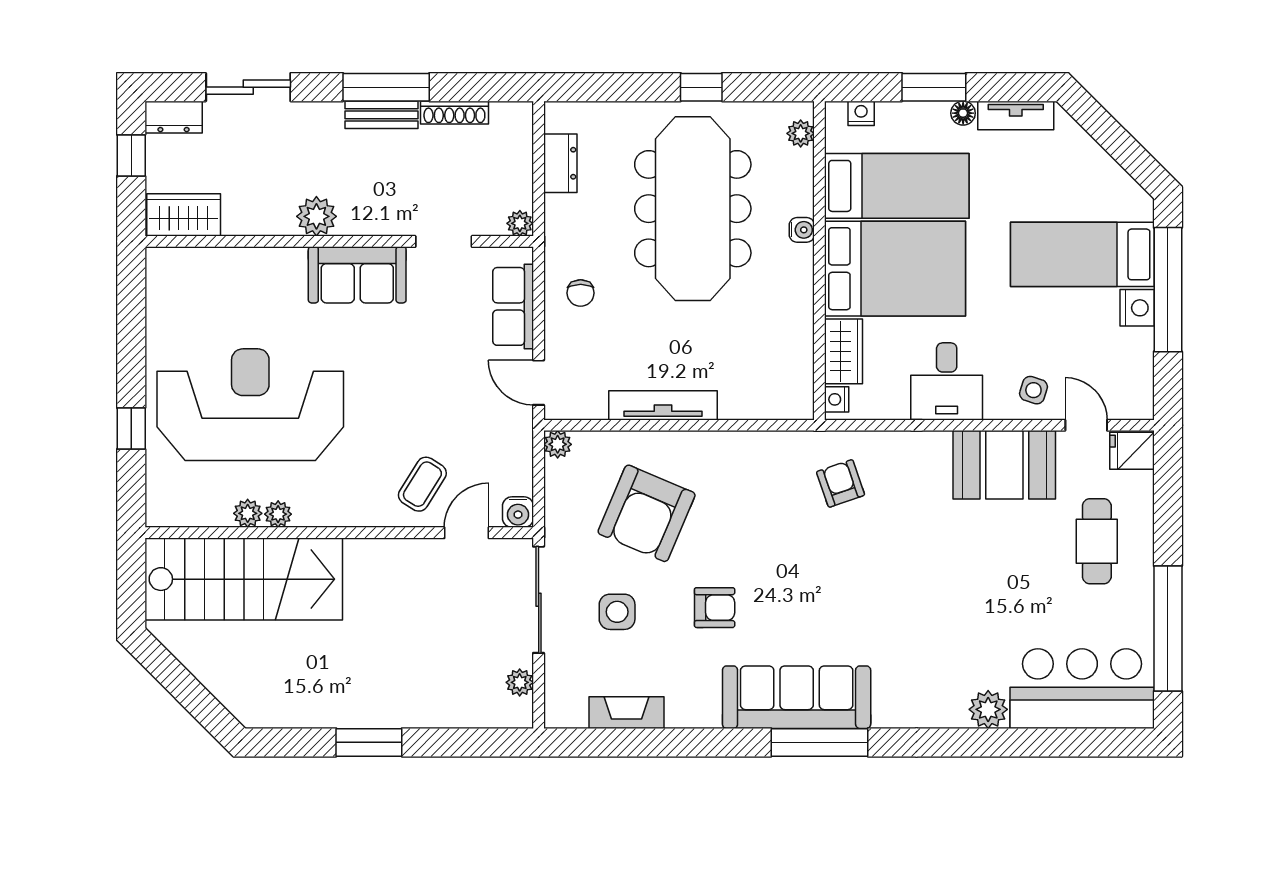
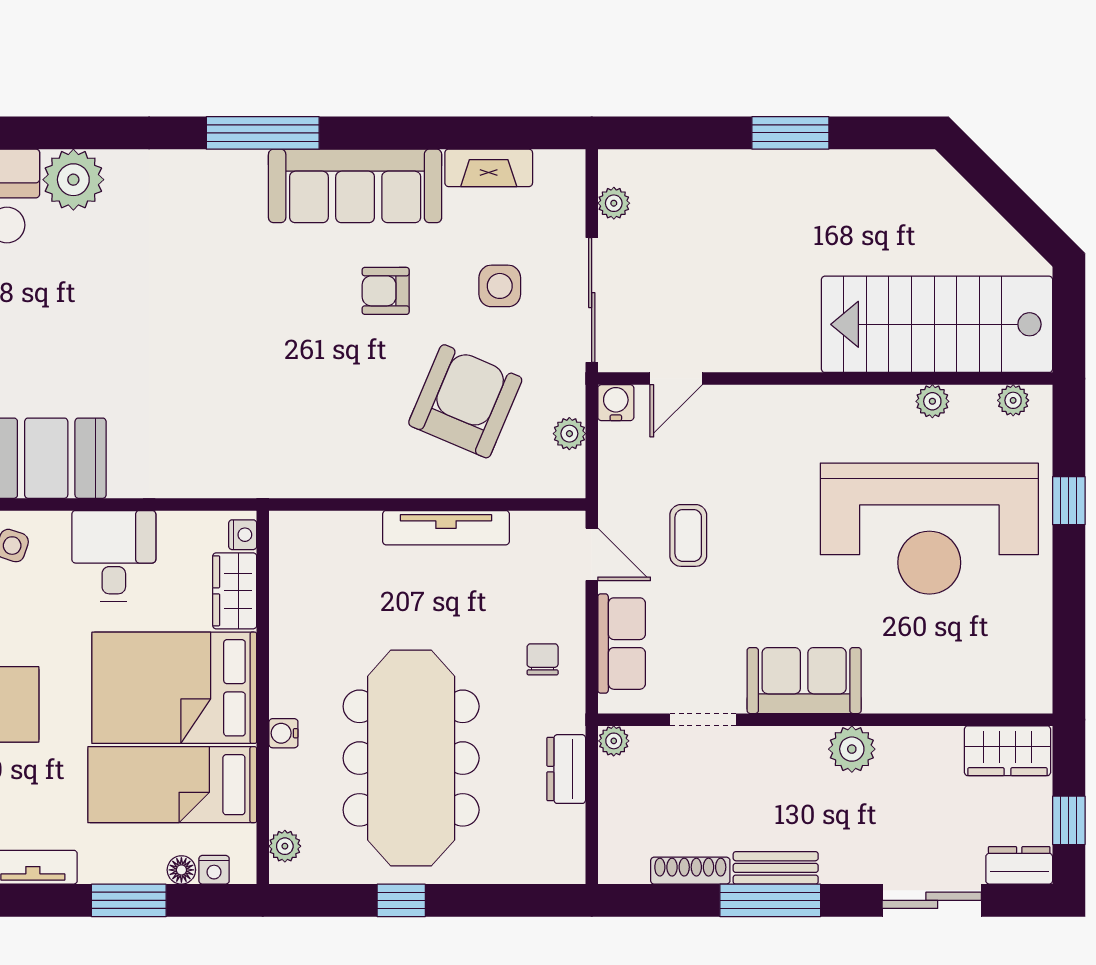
floor lamp: (963, 113) -> (181, 870), moved
dresser: (560, 163) -> (566, 769), moved
plant: (558, 444) -> (569, 434), moved
armchair: (841, 483) -> (238, 436), removed
coffee table: (422, 484) -> (688, 535), moved, turned -32
plant: (278, 514) -> (1013, 400), moved
sofa: (797, 697) -> (355, 186), moved
plant: (988, 709) -> (73, 180), width x1.36, depth x1.36

